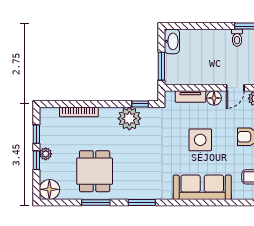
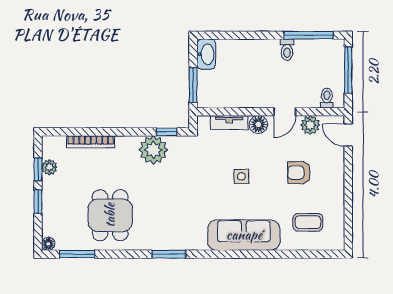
side table: (200, 140) -> (241, 176), width x0.54, depth x0.54
plant: (46, 154) -> (49, 167), moved
floor lamp: (49, 189) -> (48, 244), width x0.53, depth x0.53
window: (96, 203) -> (77, 254), moved

